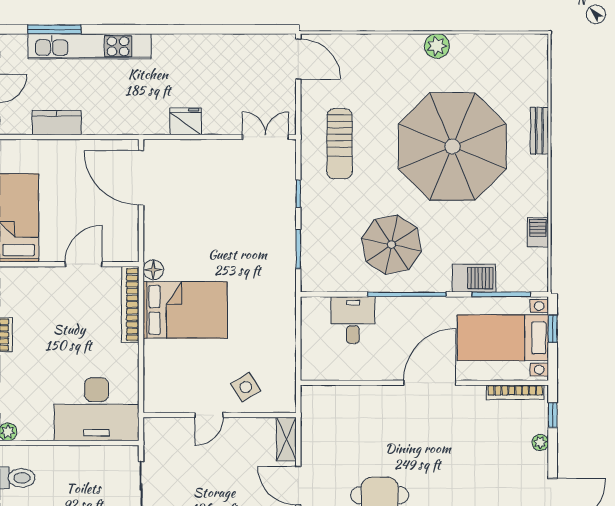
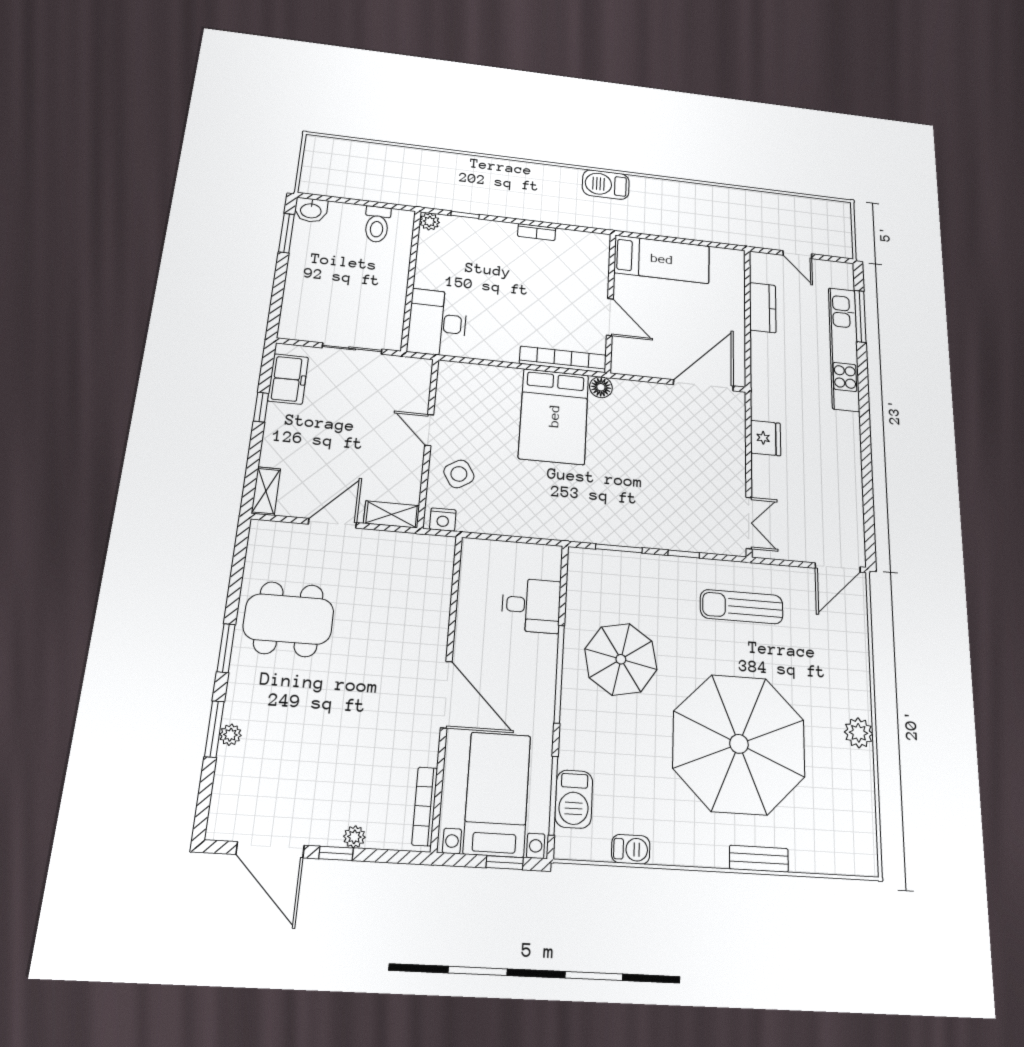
barbecue: (474, 278) -> (574, 799), moved
nightstand: (287, 397) -> (443, 520), added
desk: (97, 409) -> (437, 323), width x0.73, depth x0.77
window: (553, 415) -> (336, 853), moved

